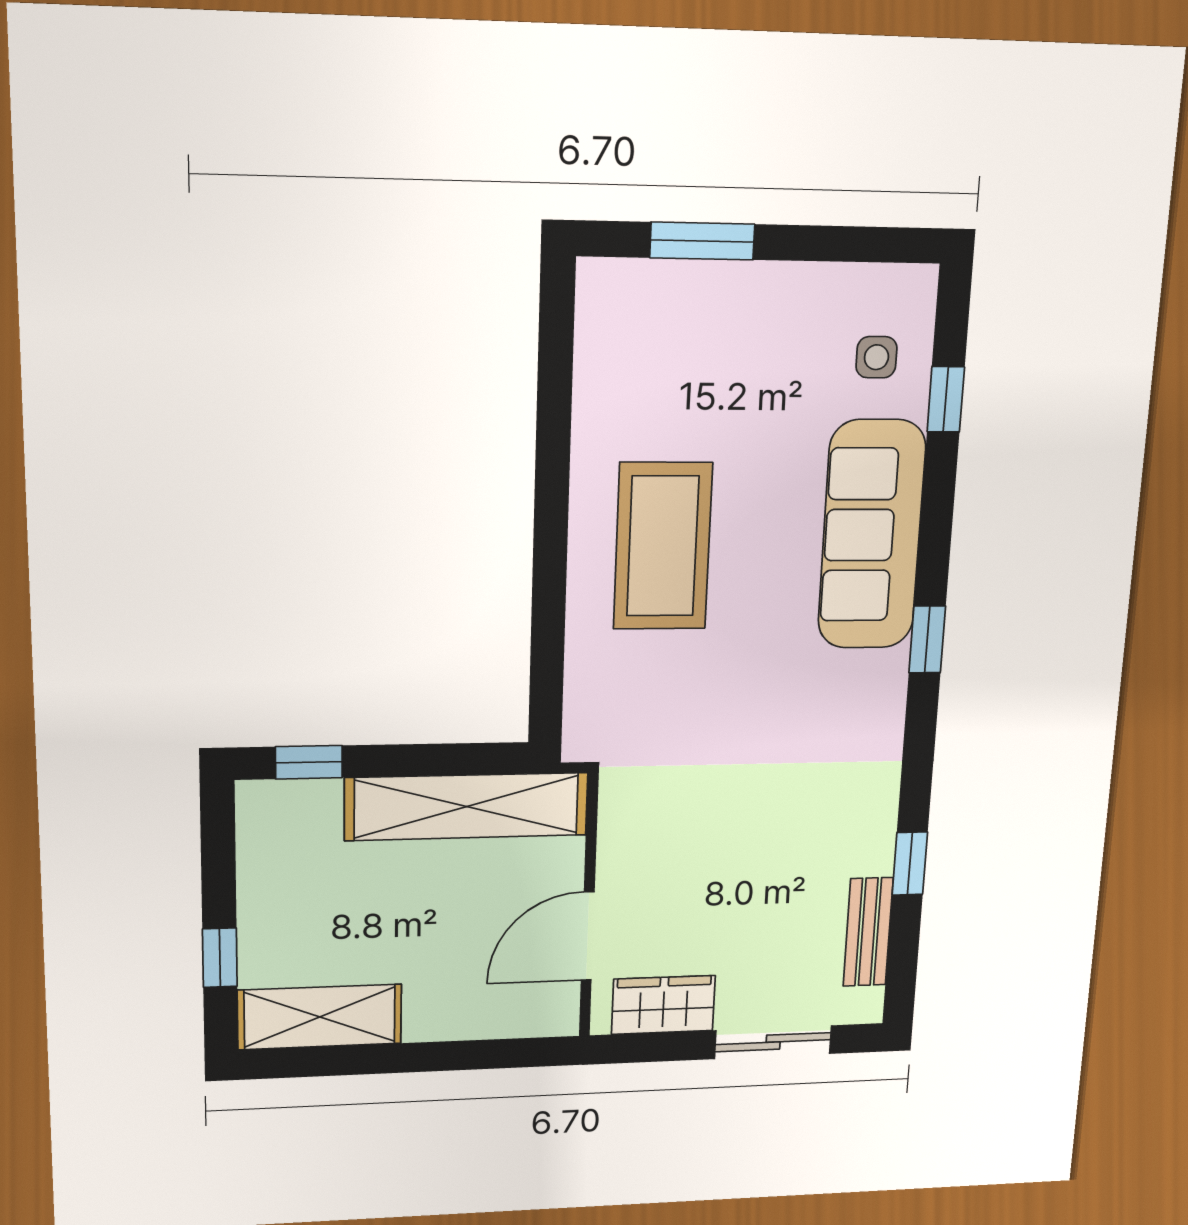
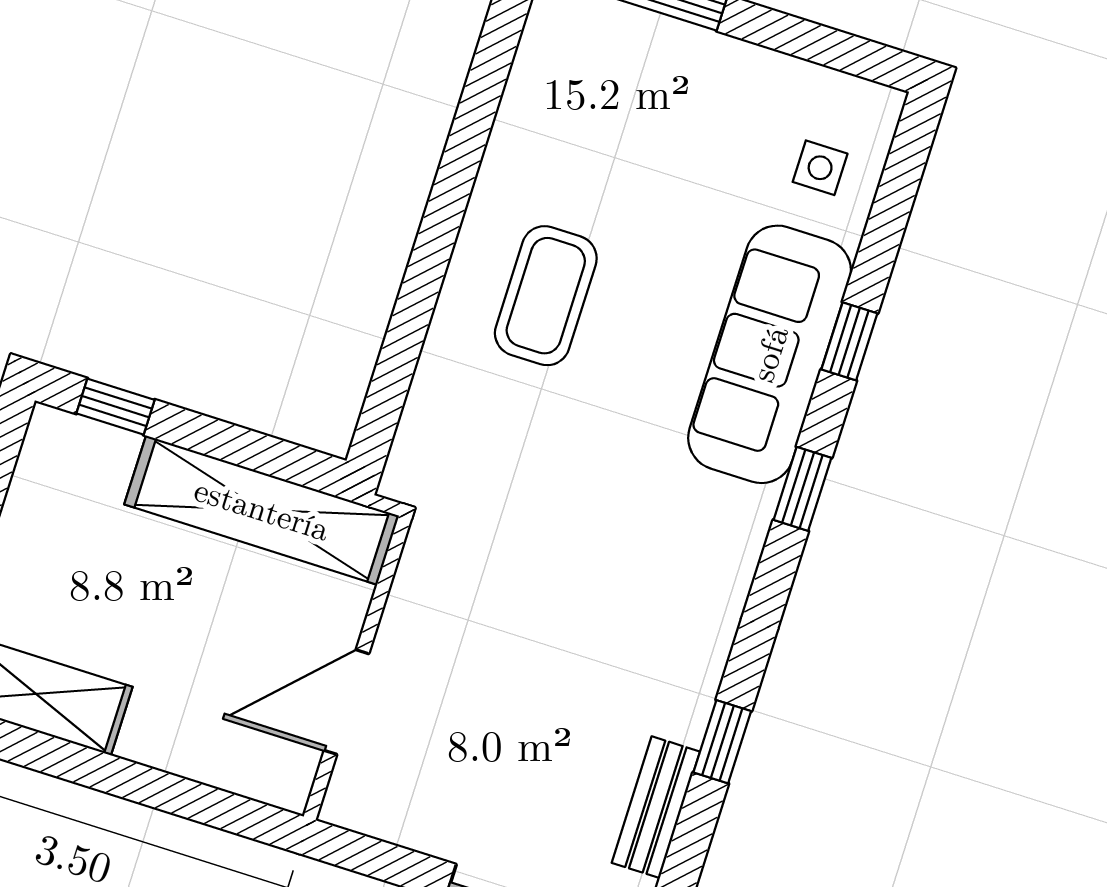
window: (946, 399) -> (849, 341), moved
coffee table: (663, 546) -> (546, 296), width x0.73, depth x0.76
wardrobe: (663, 1005) -> (406, 813), removed

